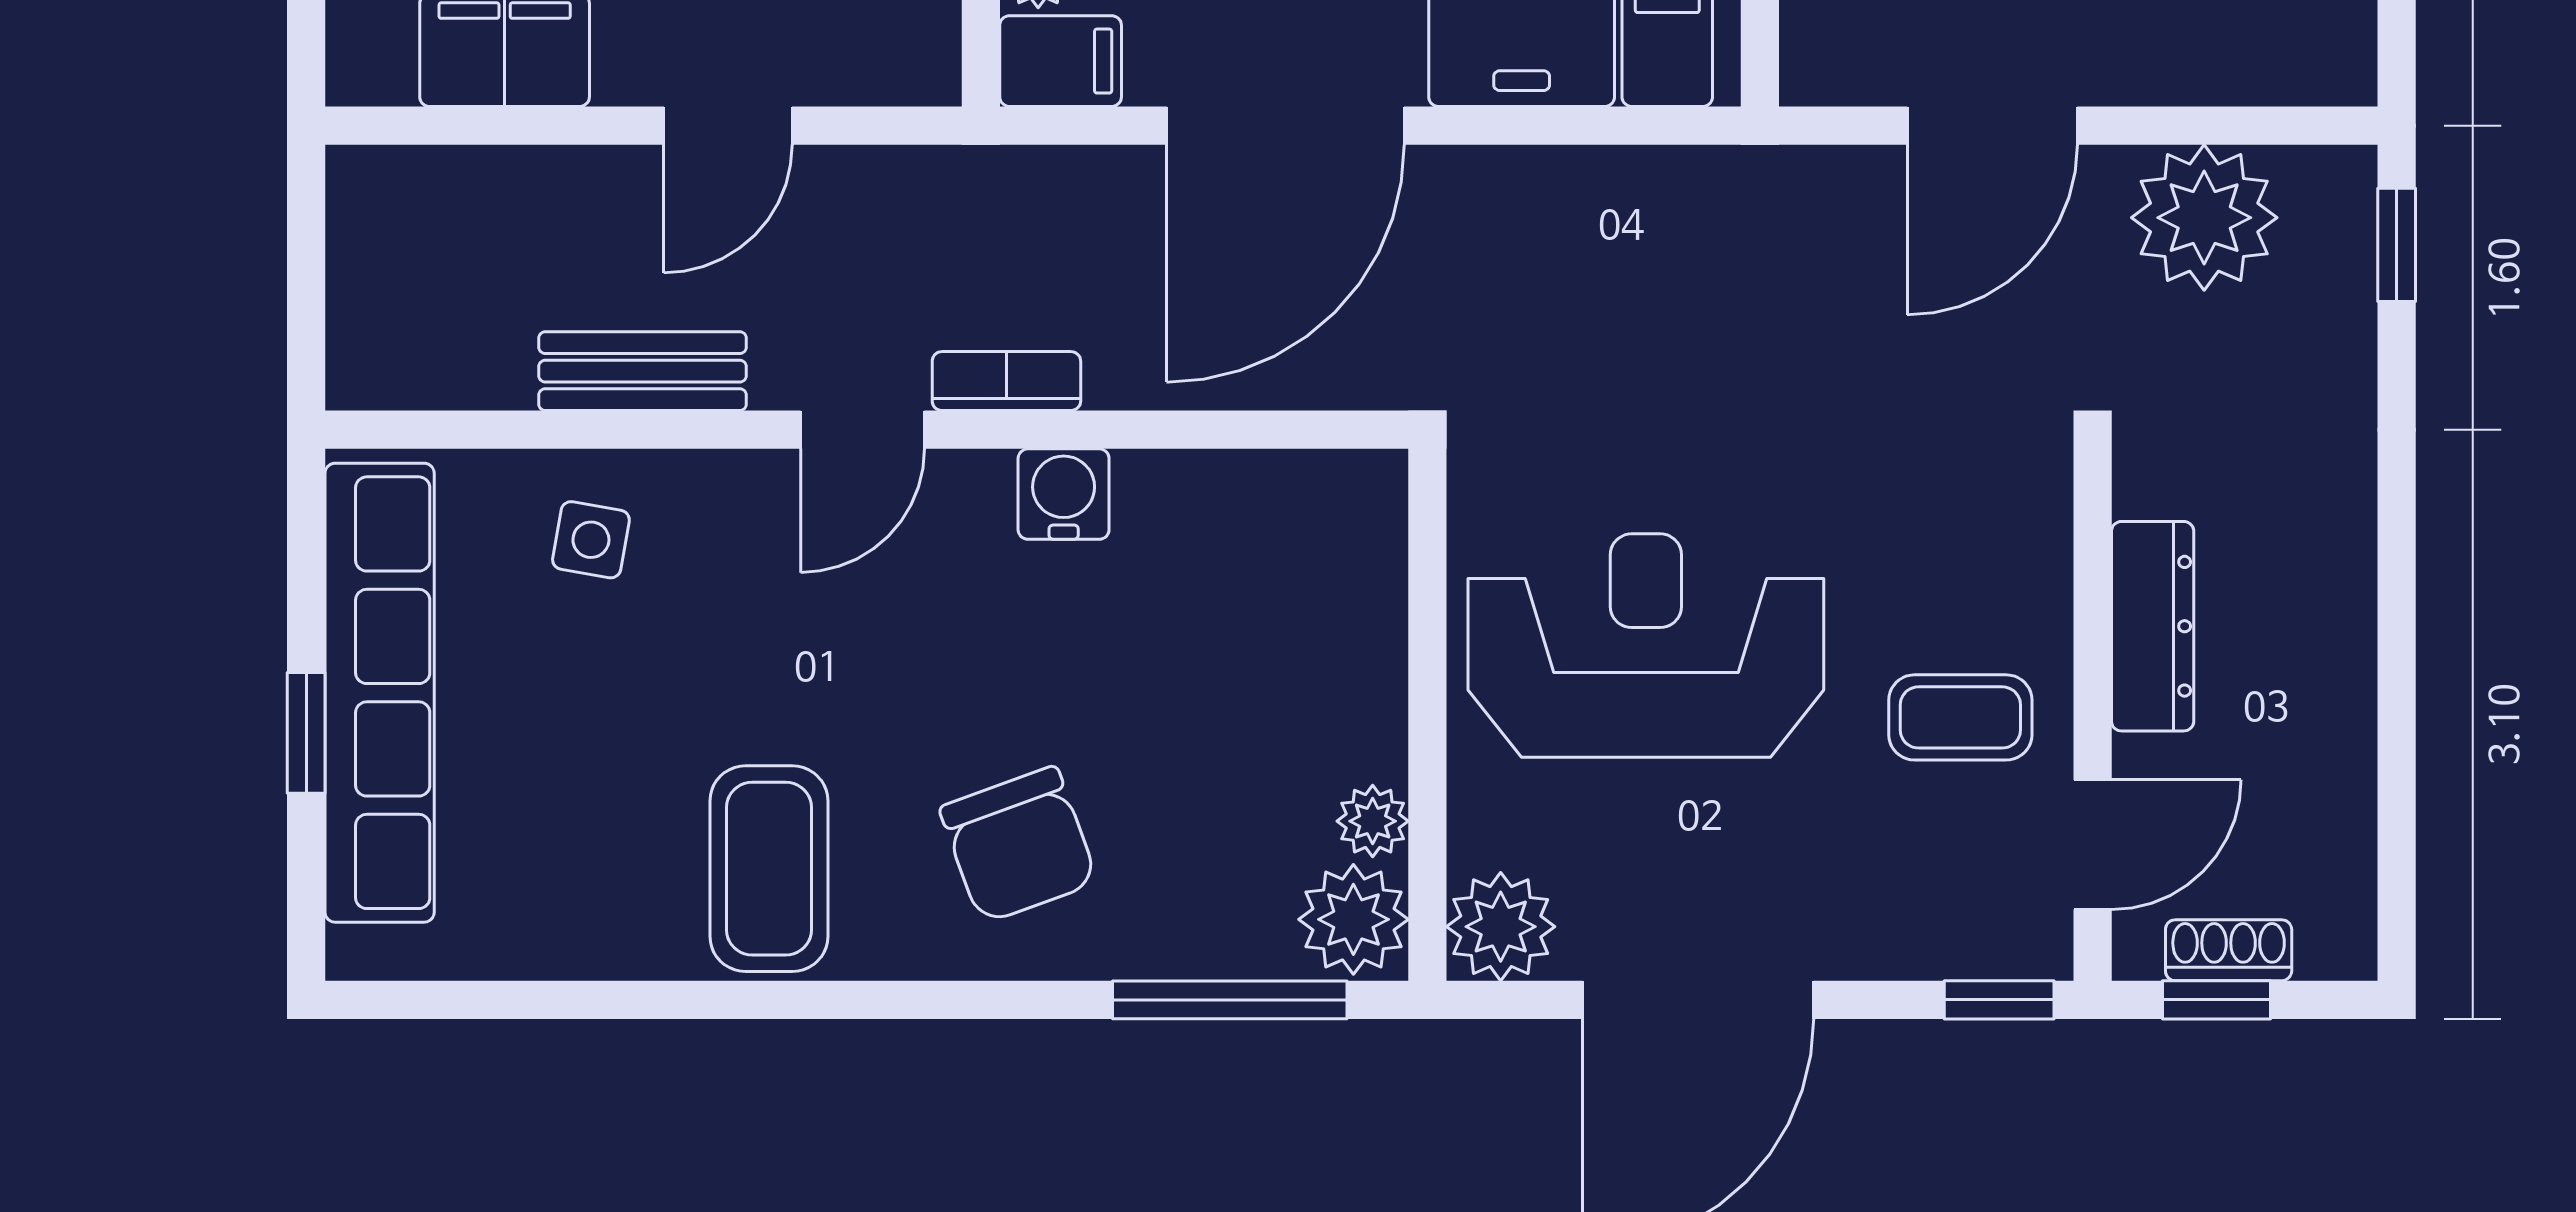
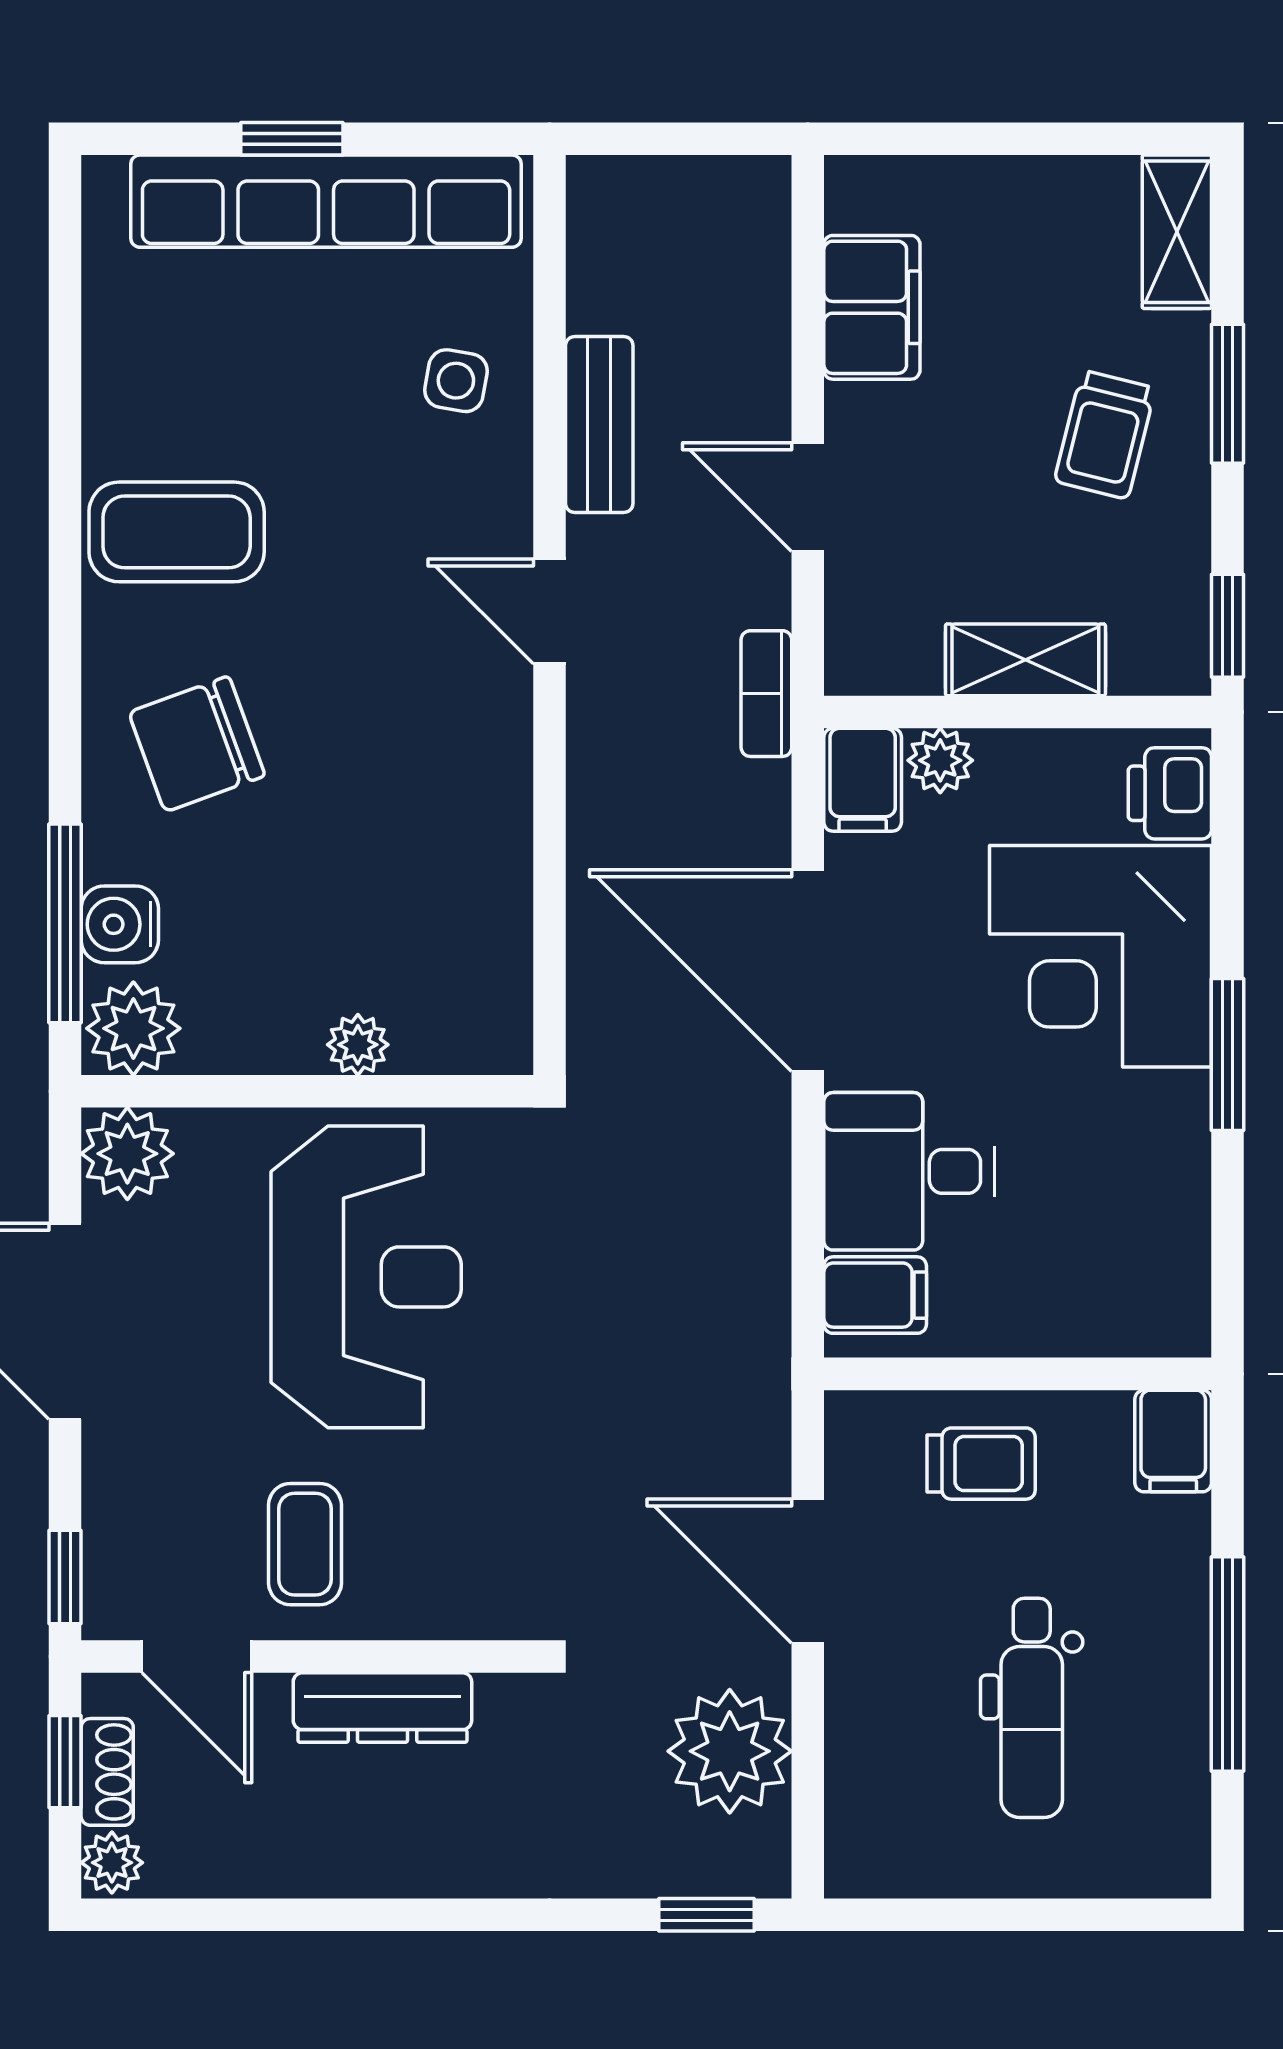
bookcase: (1006, 381) -> (766, 694), moved, turned 180
water cooler: (1064, 494) -> (120, 924), moved, turned 180
plant: (1373, 821) -> (358, 1045), moved
plant: (2335, 945) -> (112, 1863), added

